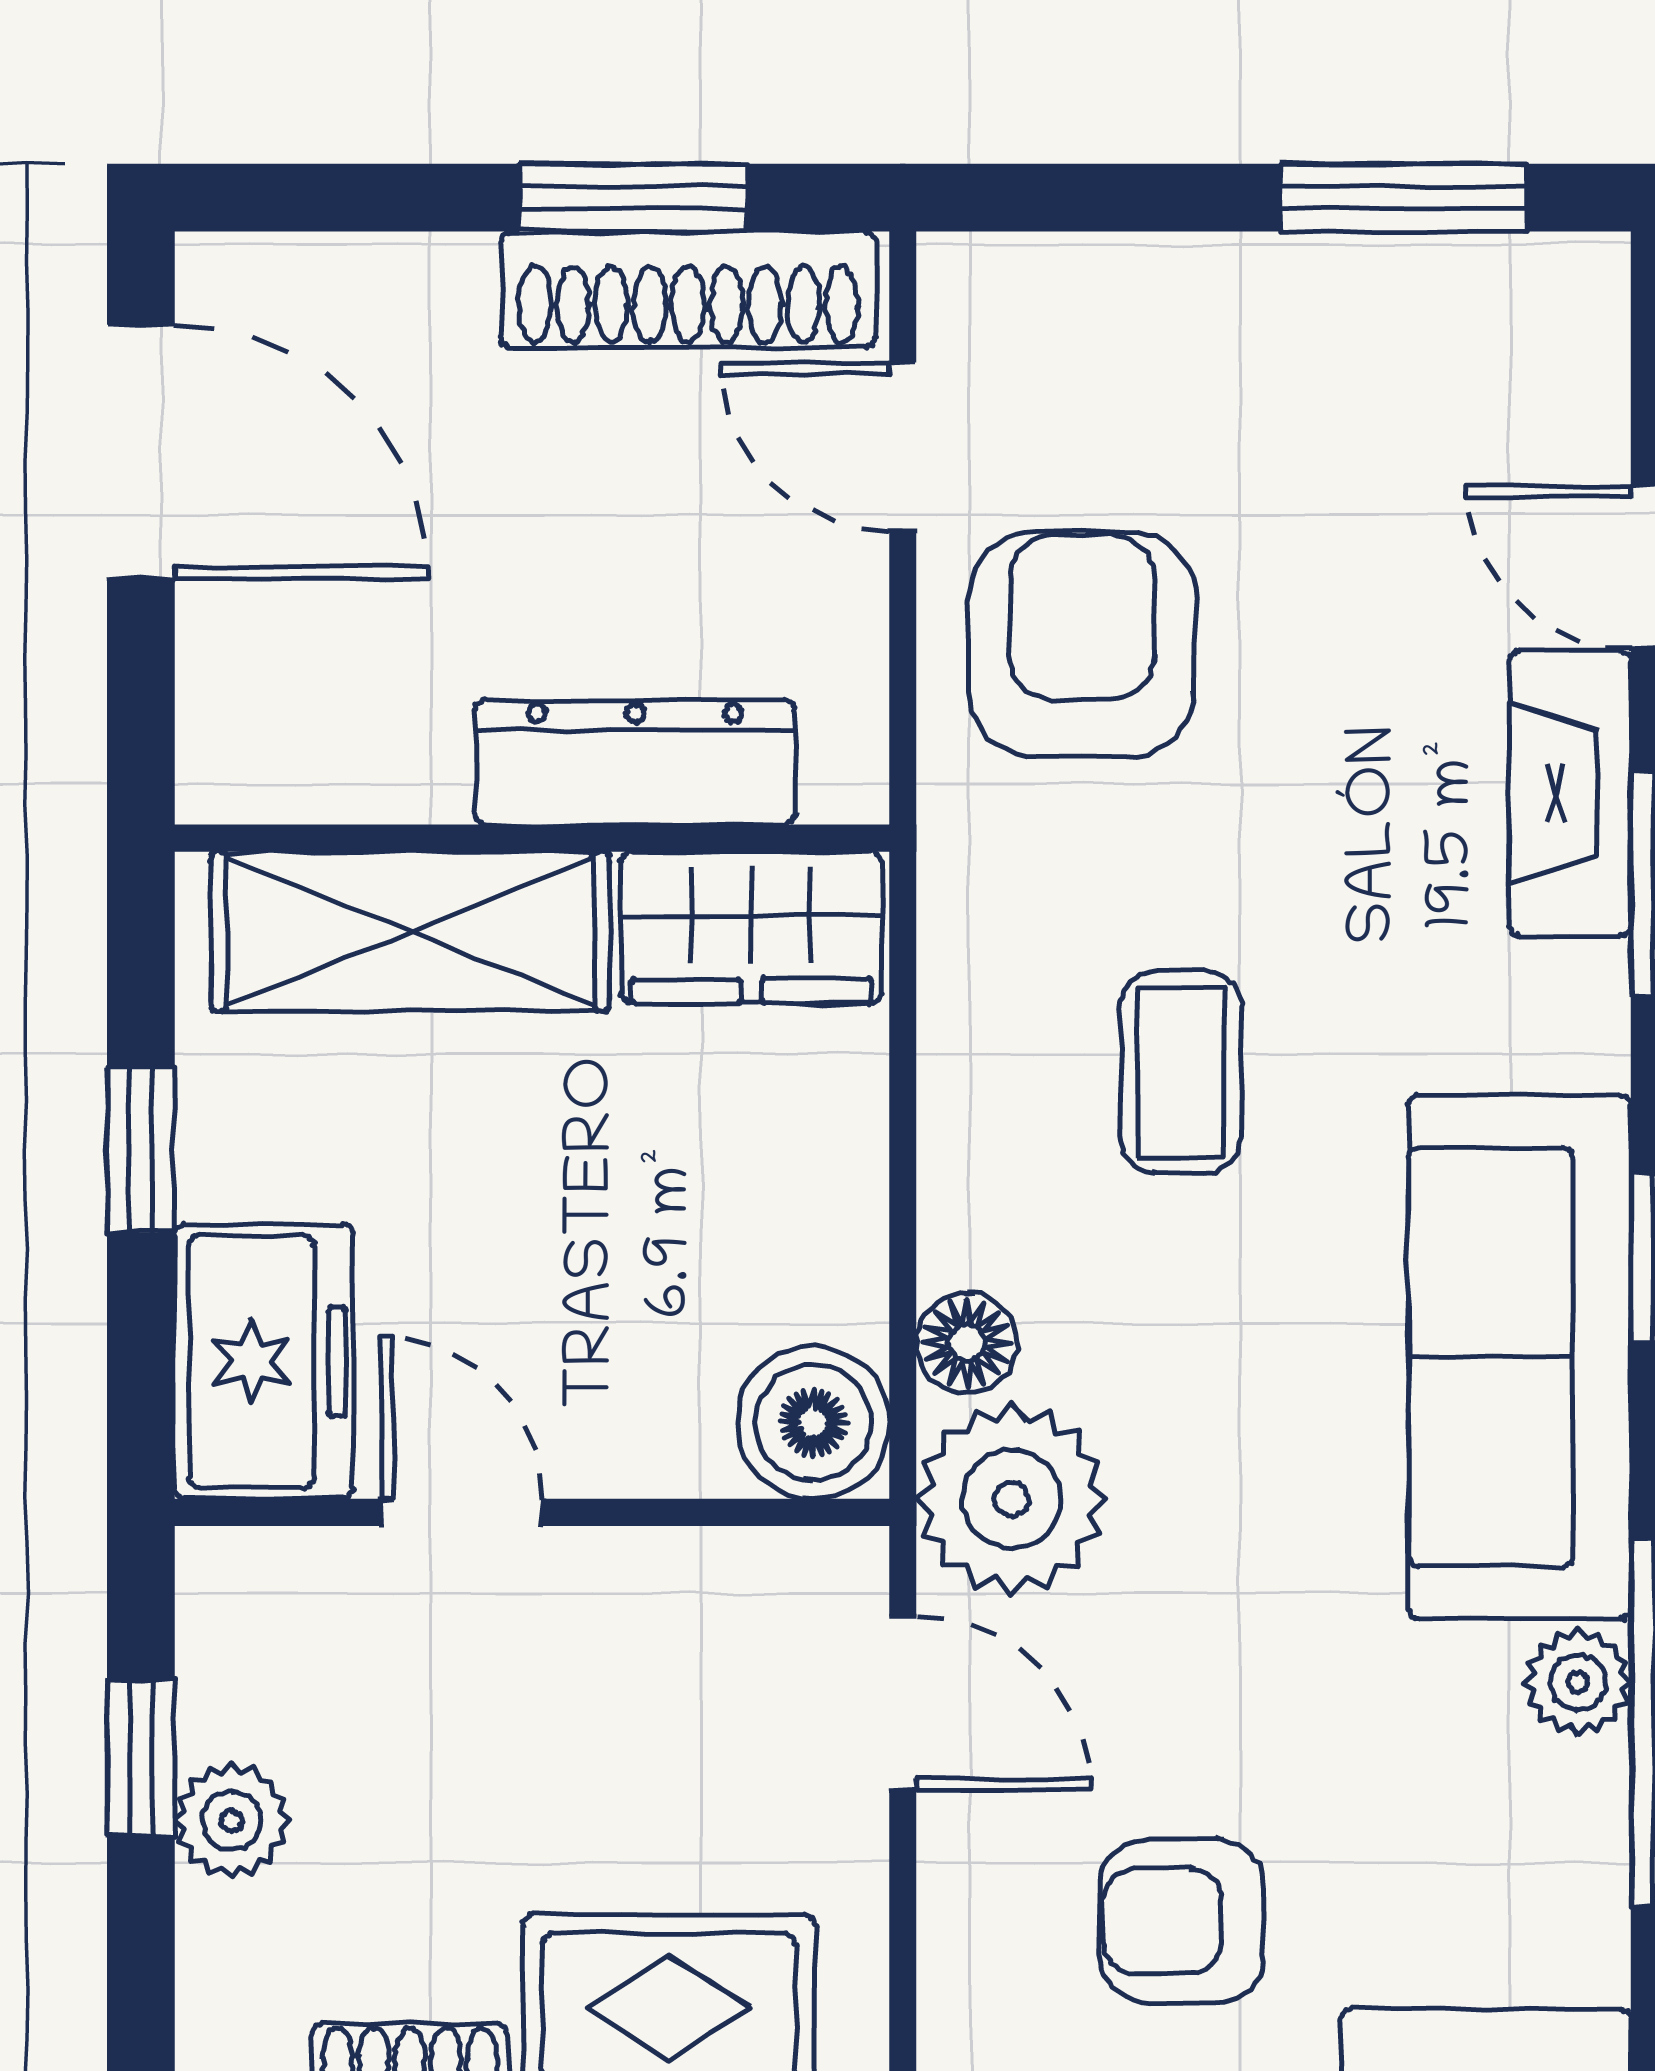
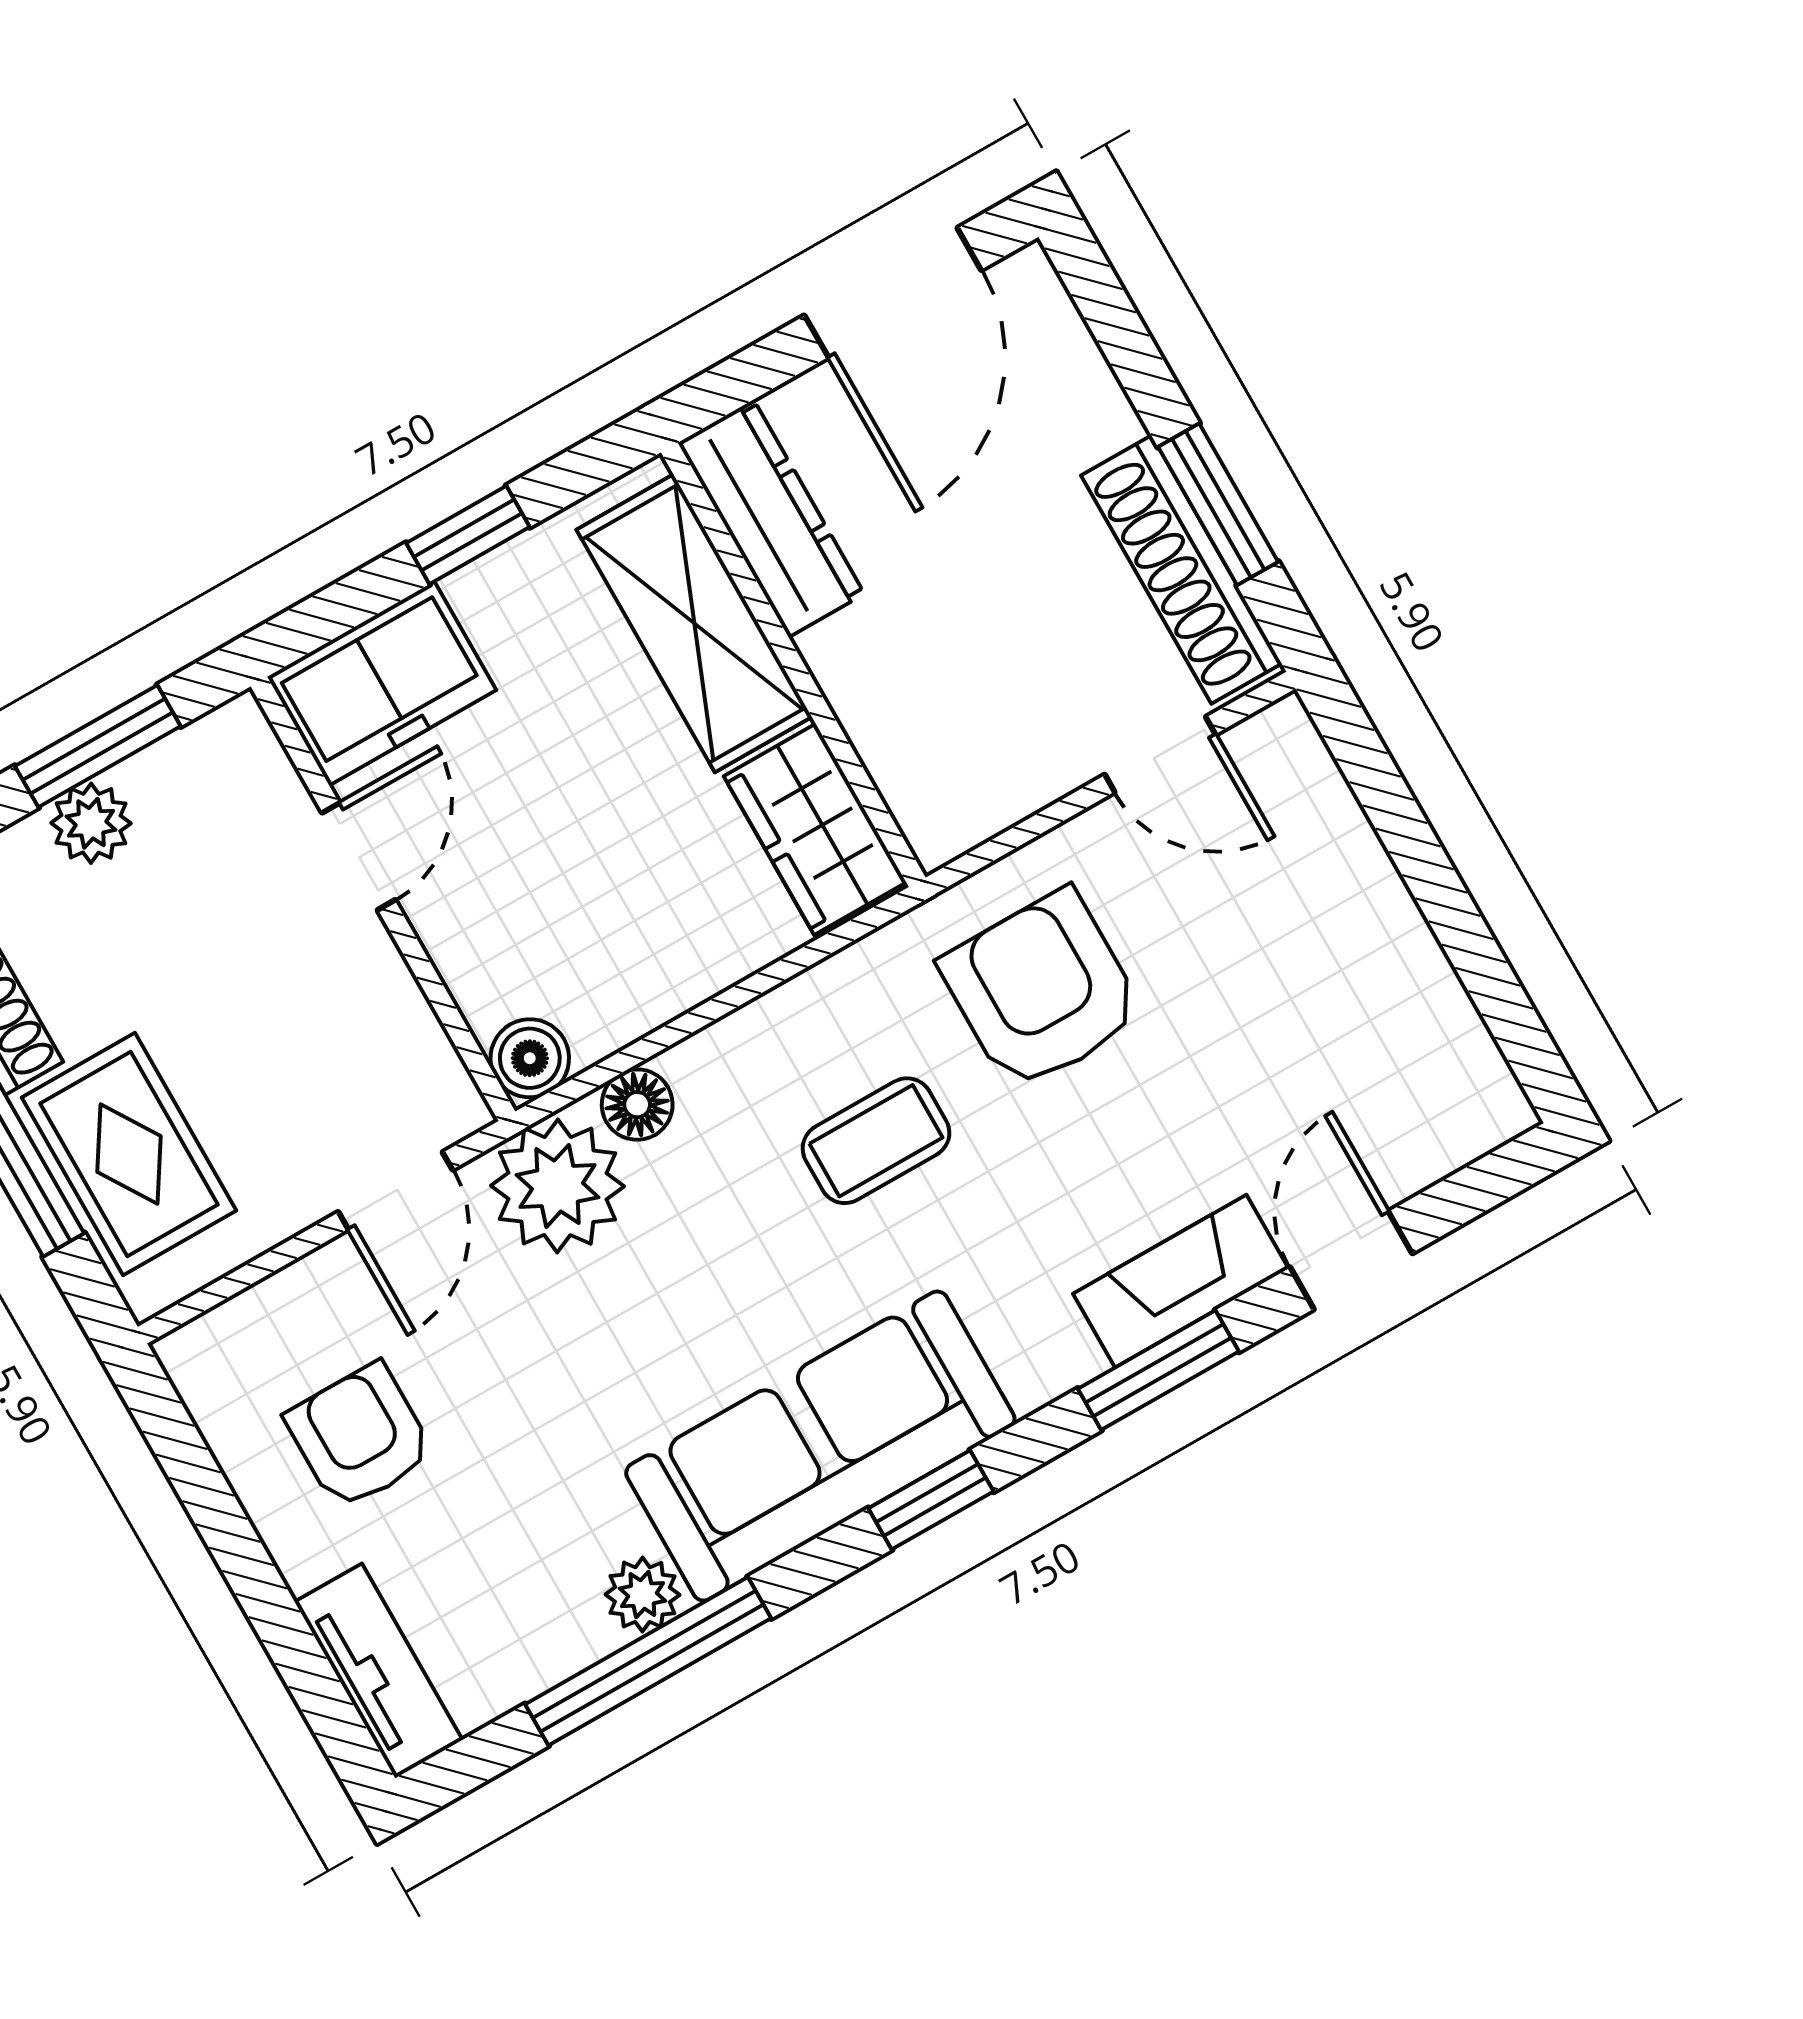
window: (1404, 198) -> (1486, 973), removed
door: (903, 447) -> (1160, 755), swing flipped
armchair: (1082, 644) -> (1042, 990), moved, turned -90
dresser: (635, 762) -> (771, 518), moved
boiler: (813, 1423) -> (530, 1058), width x0.73, depth x0.73
window: (141, 1758) -> (98, 746), width x1.50

